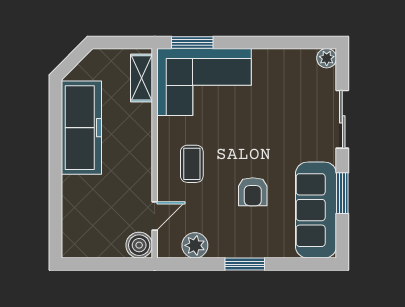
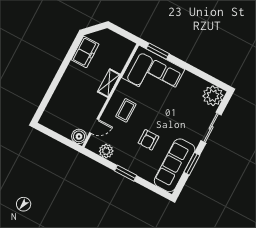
plant: (327, 58) -> (213, 96), width x1.88, depth x1.88
shelving: (141, 78) -> (109, 83), moved
freezer: (81, 128) -> (85, 52), width x0.52, depth x0.79

